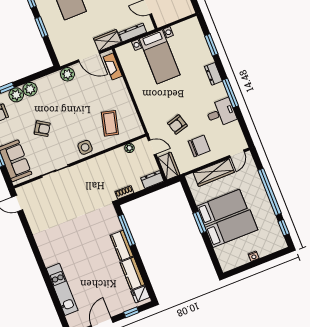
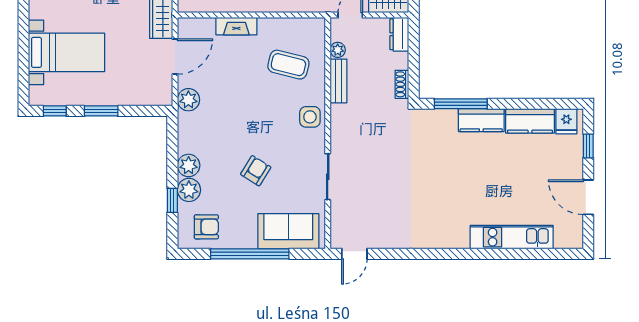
fireplace: (113, 66) -> (236, 26), moved
bench: (112, 155) -> (338, 81), added

